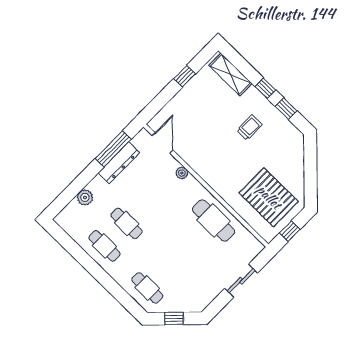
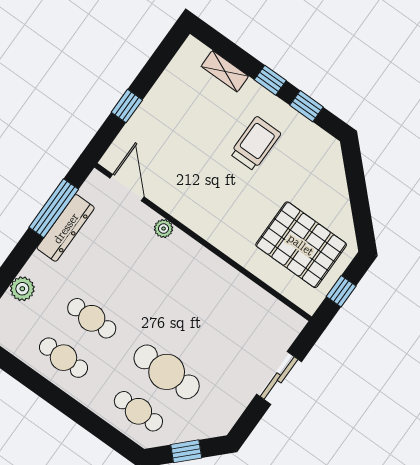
shelving: (230, 74) -> (225, 71), width x0.67, depth x0.75
window: (185, 76) -> (127, 106), moved
trolley: (249, 128) -> (255, 144), width x1.36, depth x1.39
cafe table: (214, 221) -> (167, 372), moved

